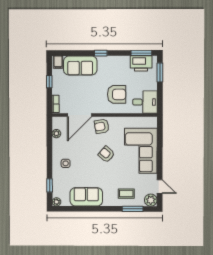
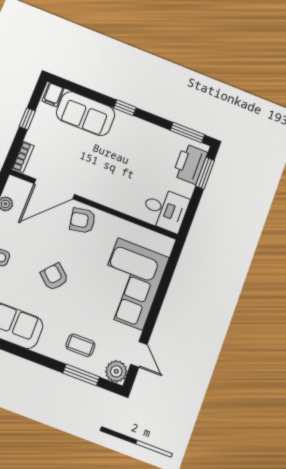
printer: (141, 63) -> (190, 164), moved, turned 90
armchair: (117, 94) -> (125, 180), removed
armchair: (106, 154) -> (54, 277), moved

